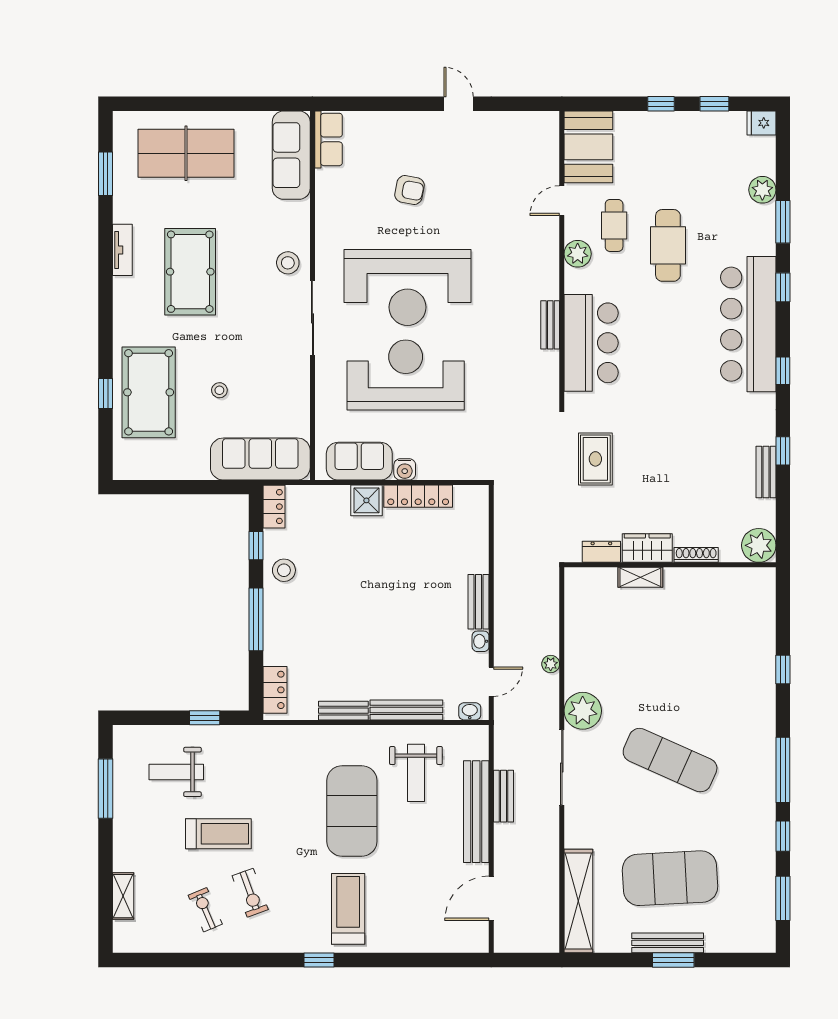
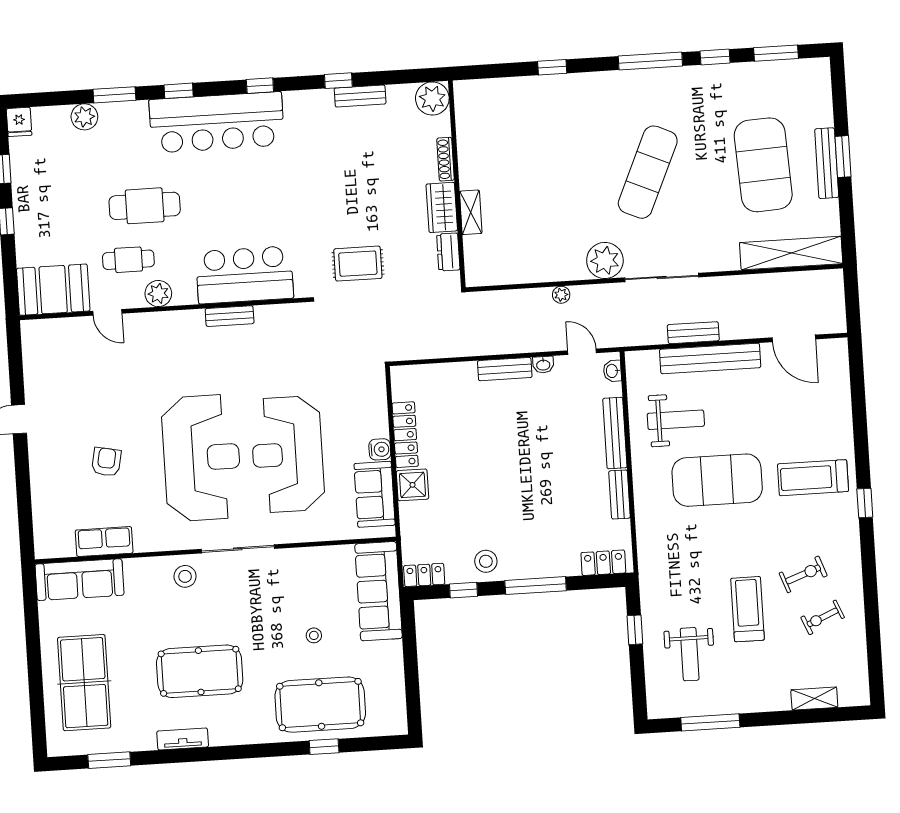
row of seats: (329, 139) -> (104, 542), moved

